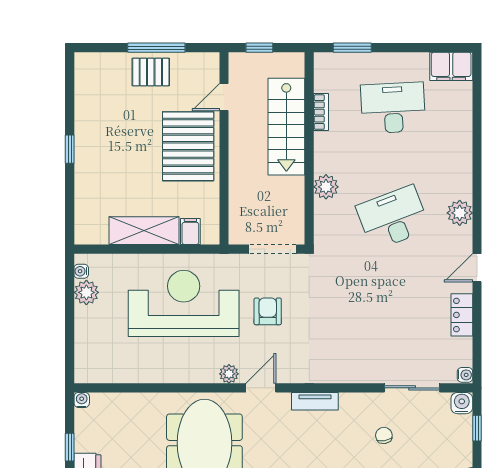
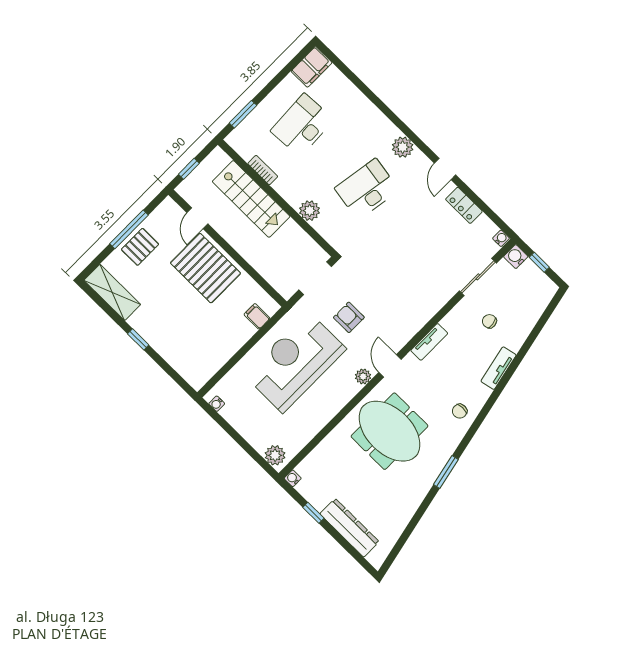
desk: (393, 218) -> (367, 189), turned 30
shelving: (144, 231) -> (112, 292), moved, turned 90
plant: (86, 292) -> (275, 455), moved

